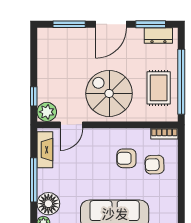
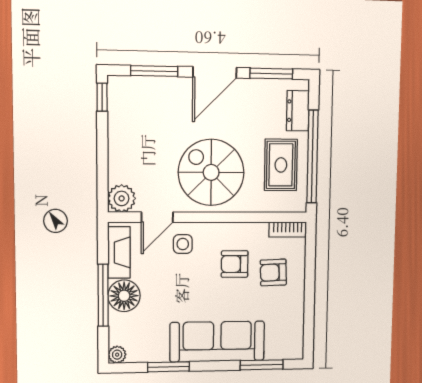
dresser: (158, 36) -> (298, 111), moved, turned 90
window: (34, 96) -> (102, 97), moved
side table: (89, 144) -> (183, 244), added
floor lamp: (48, 204) -> (124, 296), moved

